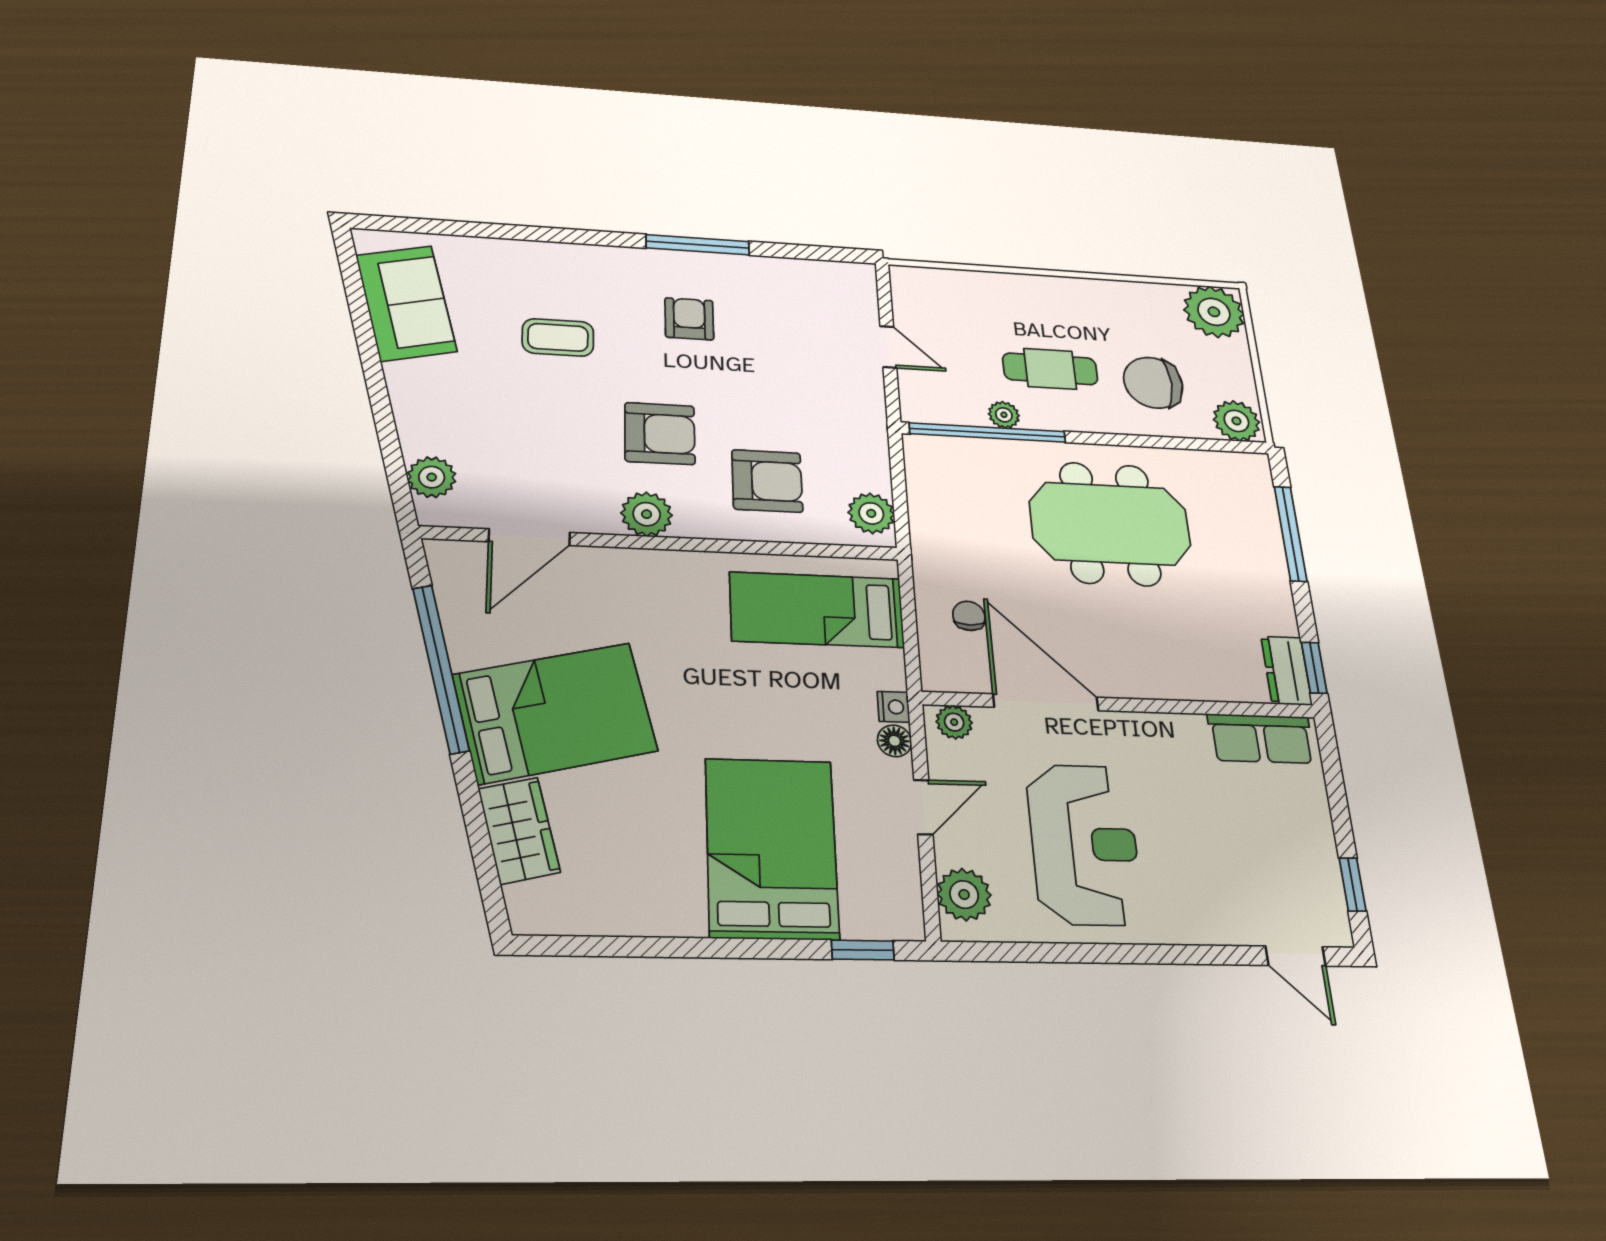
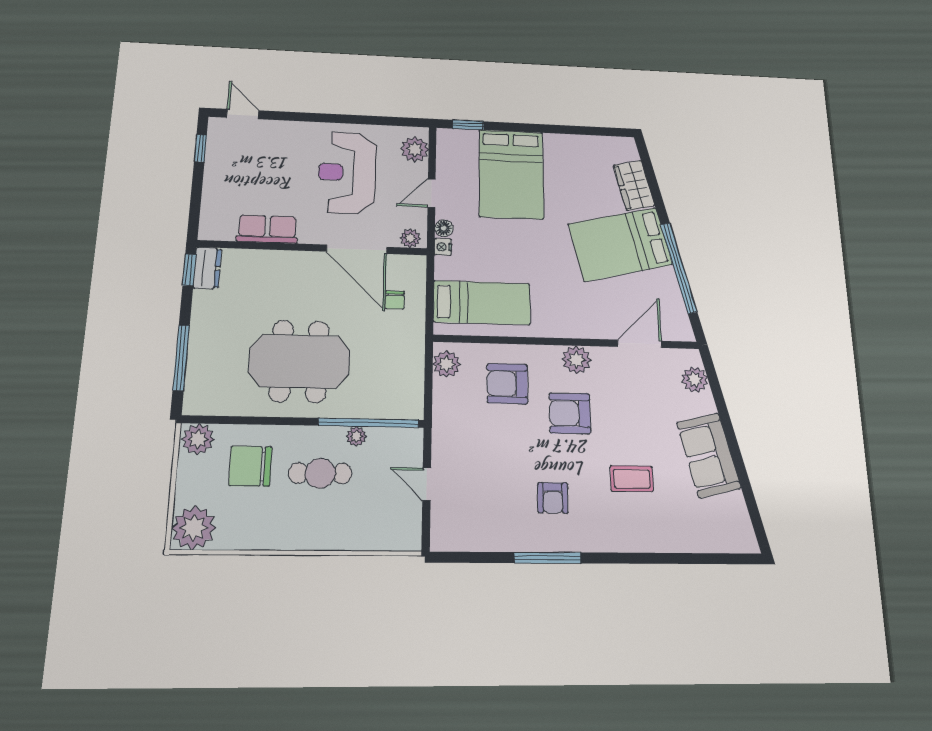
sofa: (406, 303) -> (709, 455), moved
chair: (1153, 383) -> (250, 466), turned 180
row of seats: (1261, 739) -> (267, 229), moved

